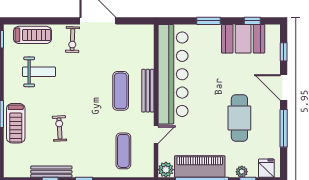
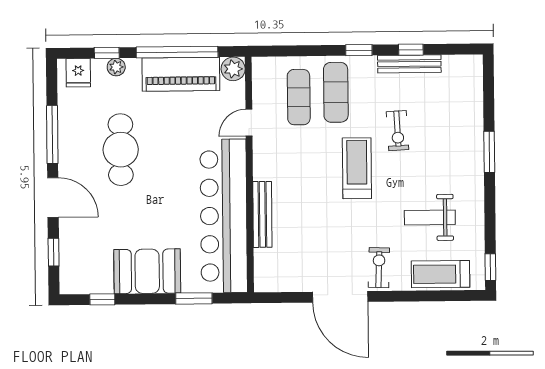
window: (209, 21) -> (194, 298), moved
booth: (243, 39) -> (147, 271), moved
exercise mat: (121, 91) -> (336, 92), moved
bench: (148, 91) -> (262, 214), moved
treadmill: (16, 123) -> (357, 168), moved

